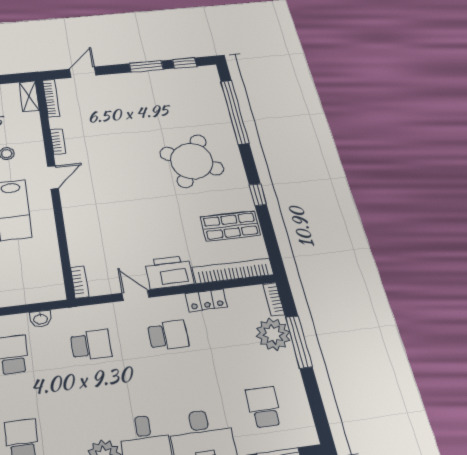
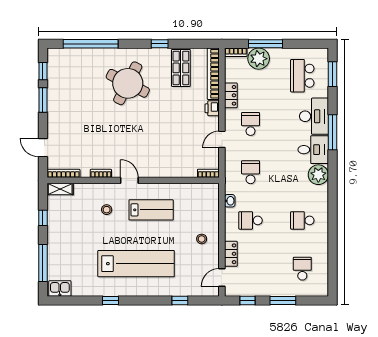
printer: (169, 272) -> (212, 108), width x0.53, depth x0.68
school desk: (264, 407) -> (302, 76), width x1.85

